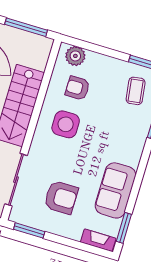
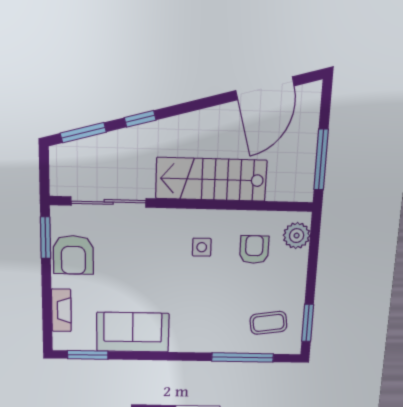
side table: (66, 124) -> (202, 247), width x0.54, depth x0.54
armchair: (61, 197) -> (73, 255), moved
fireplace: (98, 240) -> (61, 310), moved

